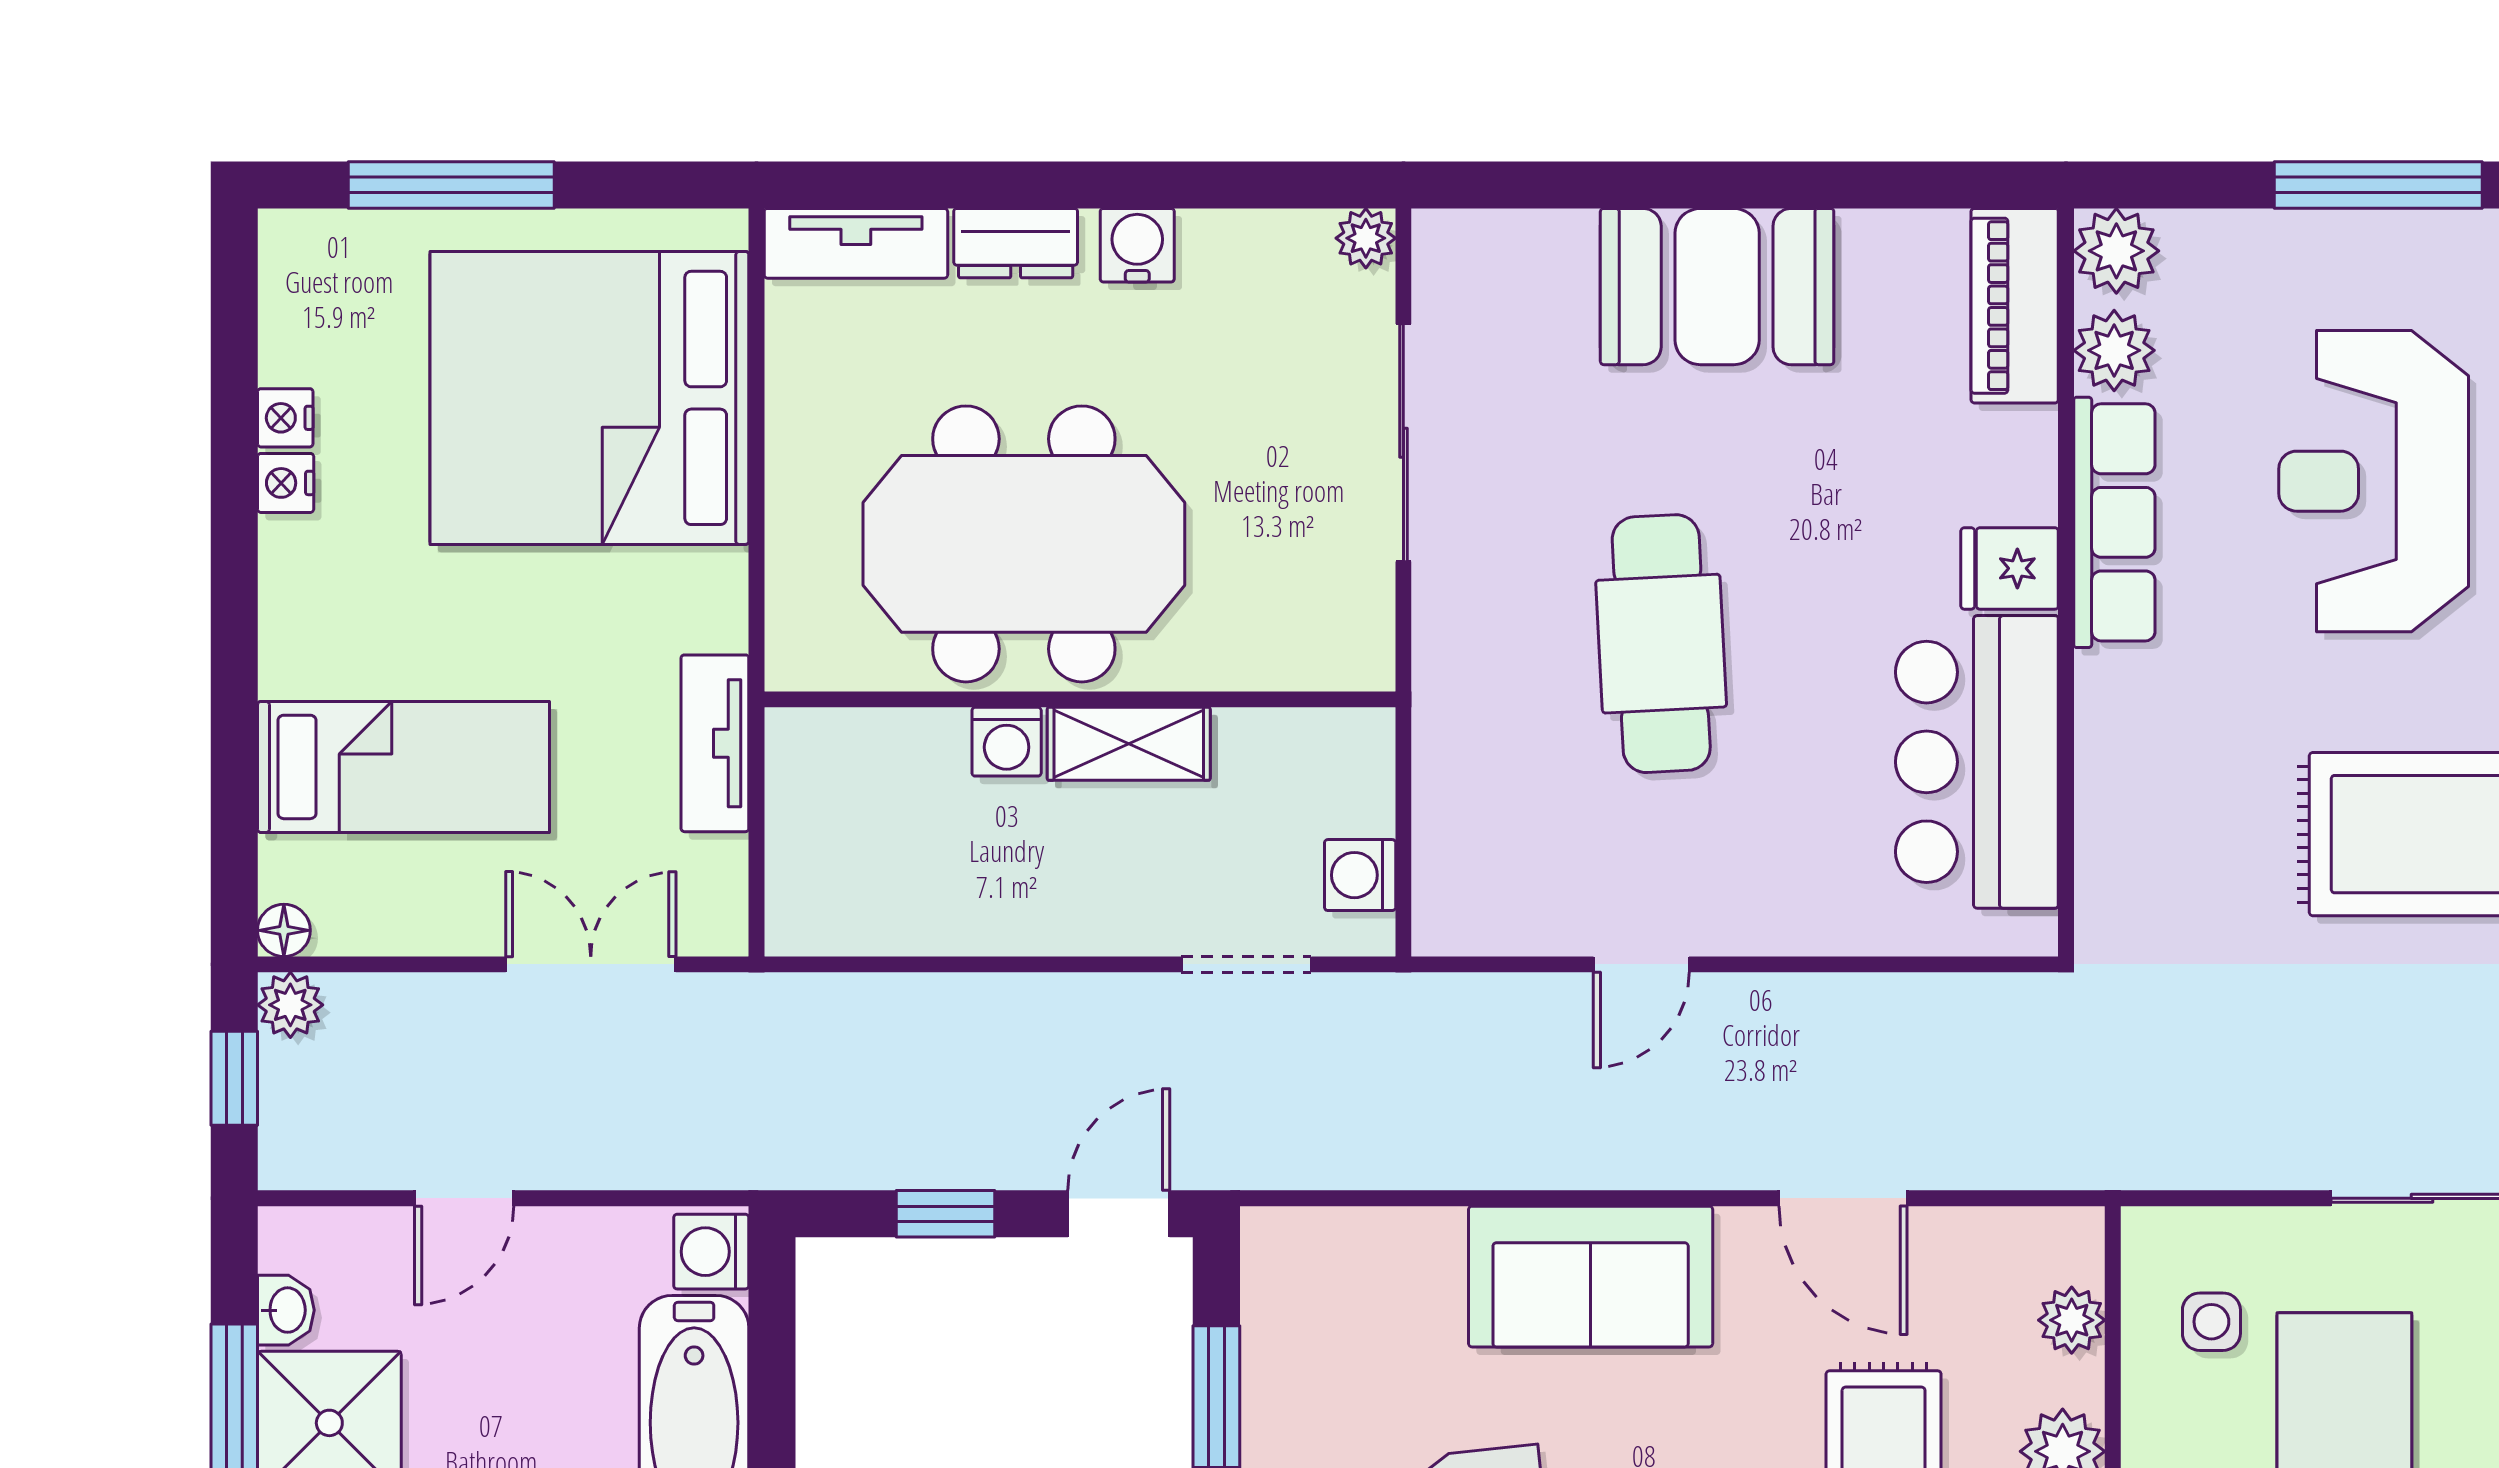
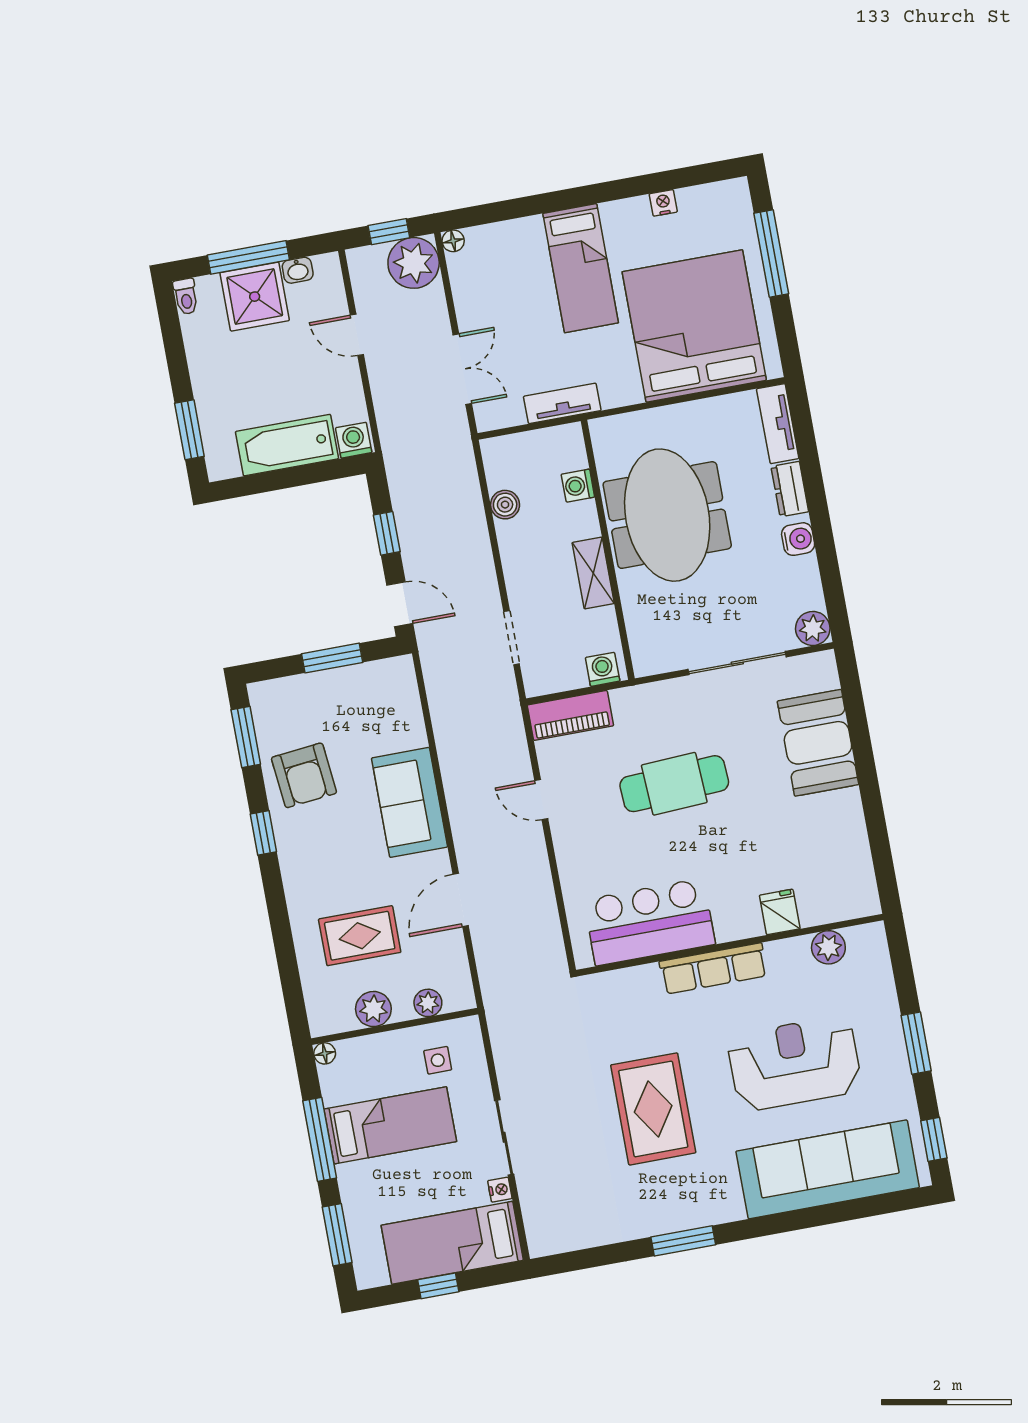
window: (2378, 185) -> (916, 1043), width x0.69
plant: (1366, 238) -> (813, 628), width x1.38, depth x1.38
plant: (2116, 251) -> (869, 941), removed
booth: (1717, 287) -> (818, 743), moved
piano: (2015, 306) -> (570, 715), moved, turned 180
nightstand: (286, 483) -> (637, 208), removed
row of seats: (2114, 522) -> (713, 969), moved
fridge: (2010, 568) -> (780, 912), moved
washing machine: (1007, 742) -> (578, 486), moved
bed: (403, 767) -> (581, 268), moved
washing machine: (1360, 875) -> (603, 669), moved
boiler: (929, 922) -> (505, 505), added
plant: (290, 1005) -> (414, 263), width x1.87, depth x1.87

